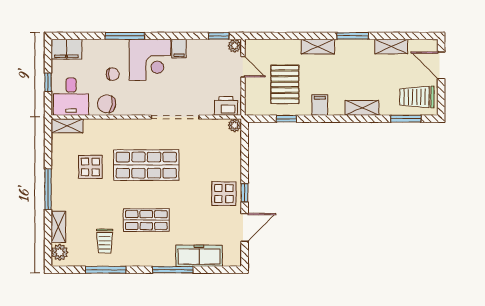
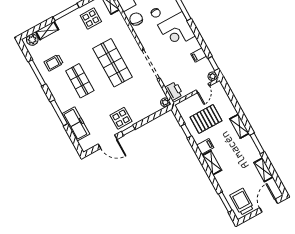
filing cabinet: (179, 49) -> (199, 55), moved
shelving: (362, 108) -> (212, 163), moved
display table: (90, 167) -> (91, 18), moved

